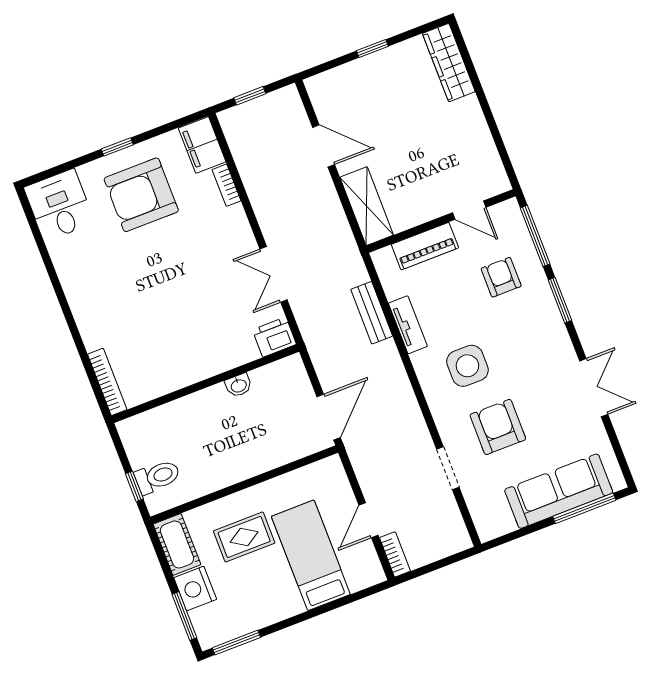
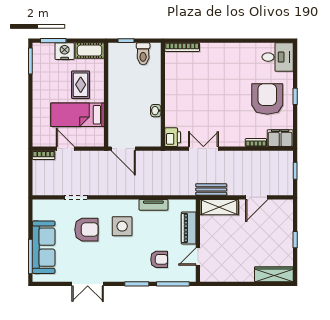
bench: (372, 313) -> (211, 189), moved
toilet: (157, 477) -> (143, 54), moved
bed: (311, 555) -> (77, 115), moved, turned 180

